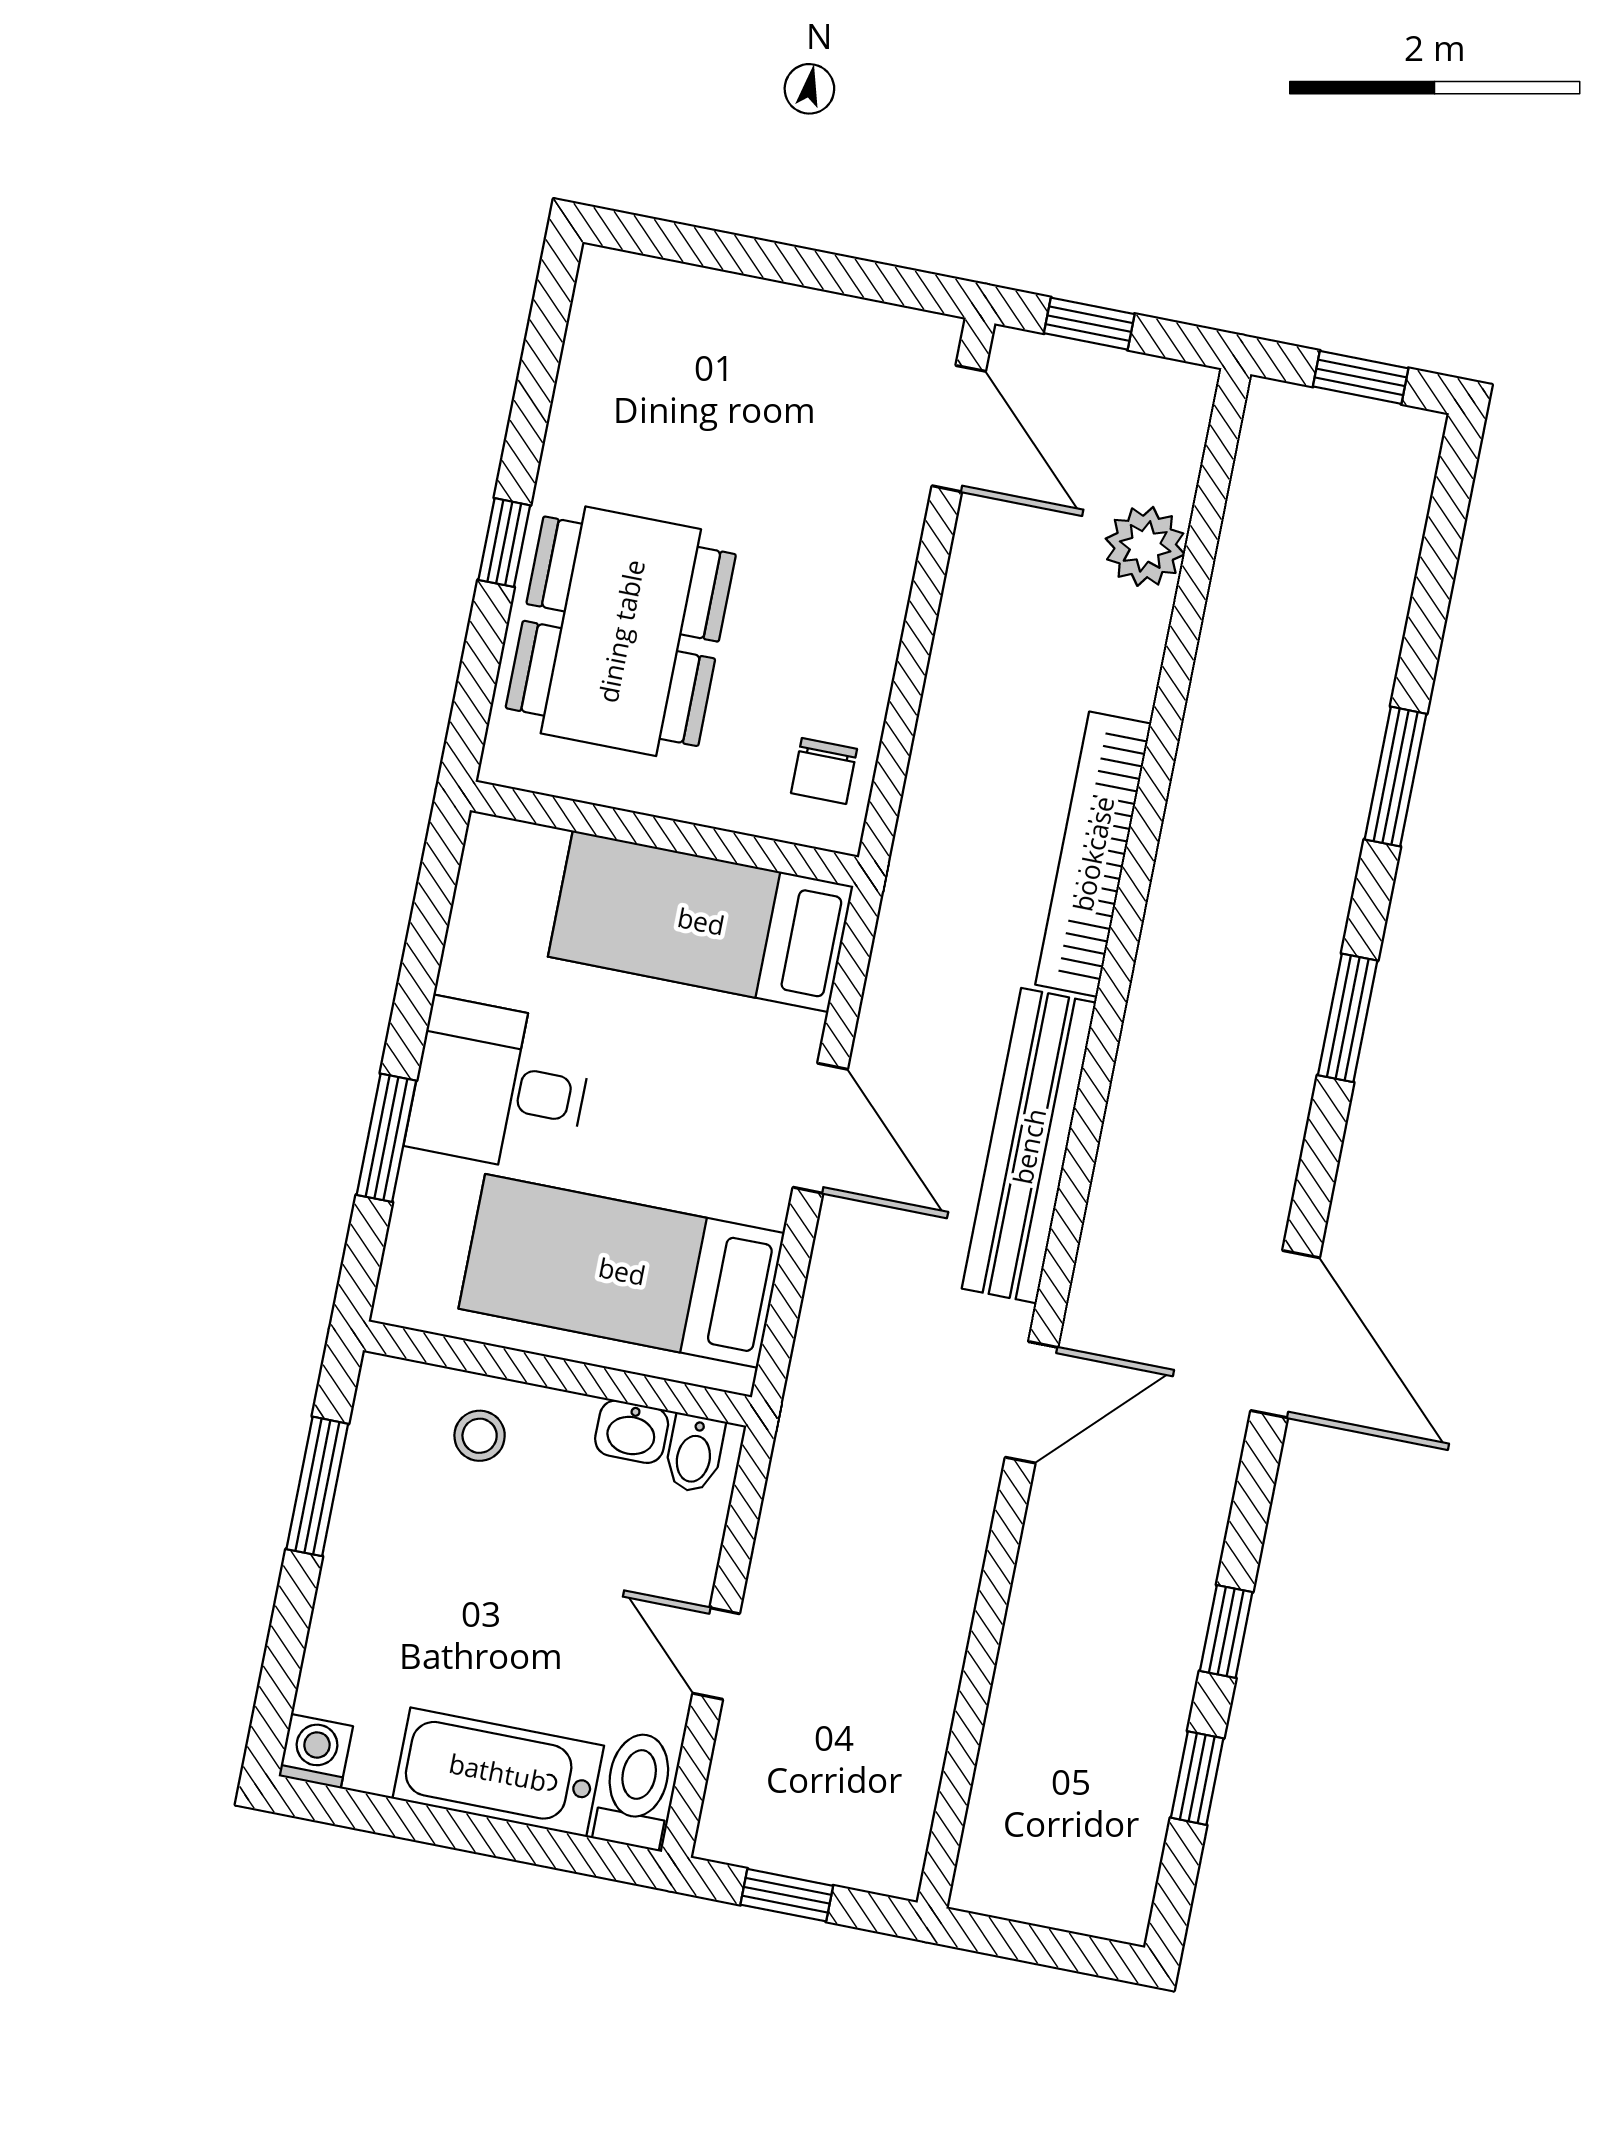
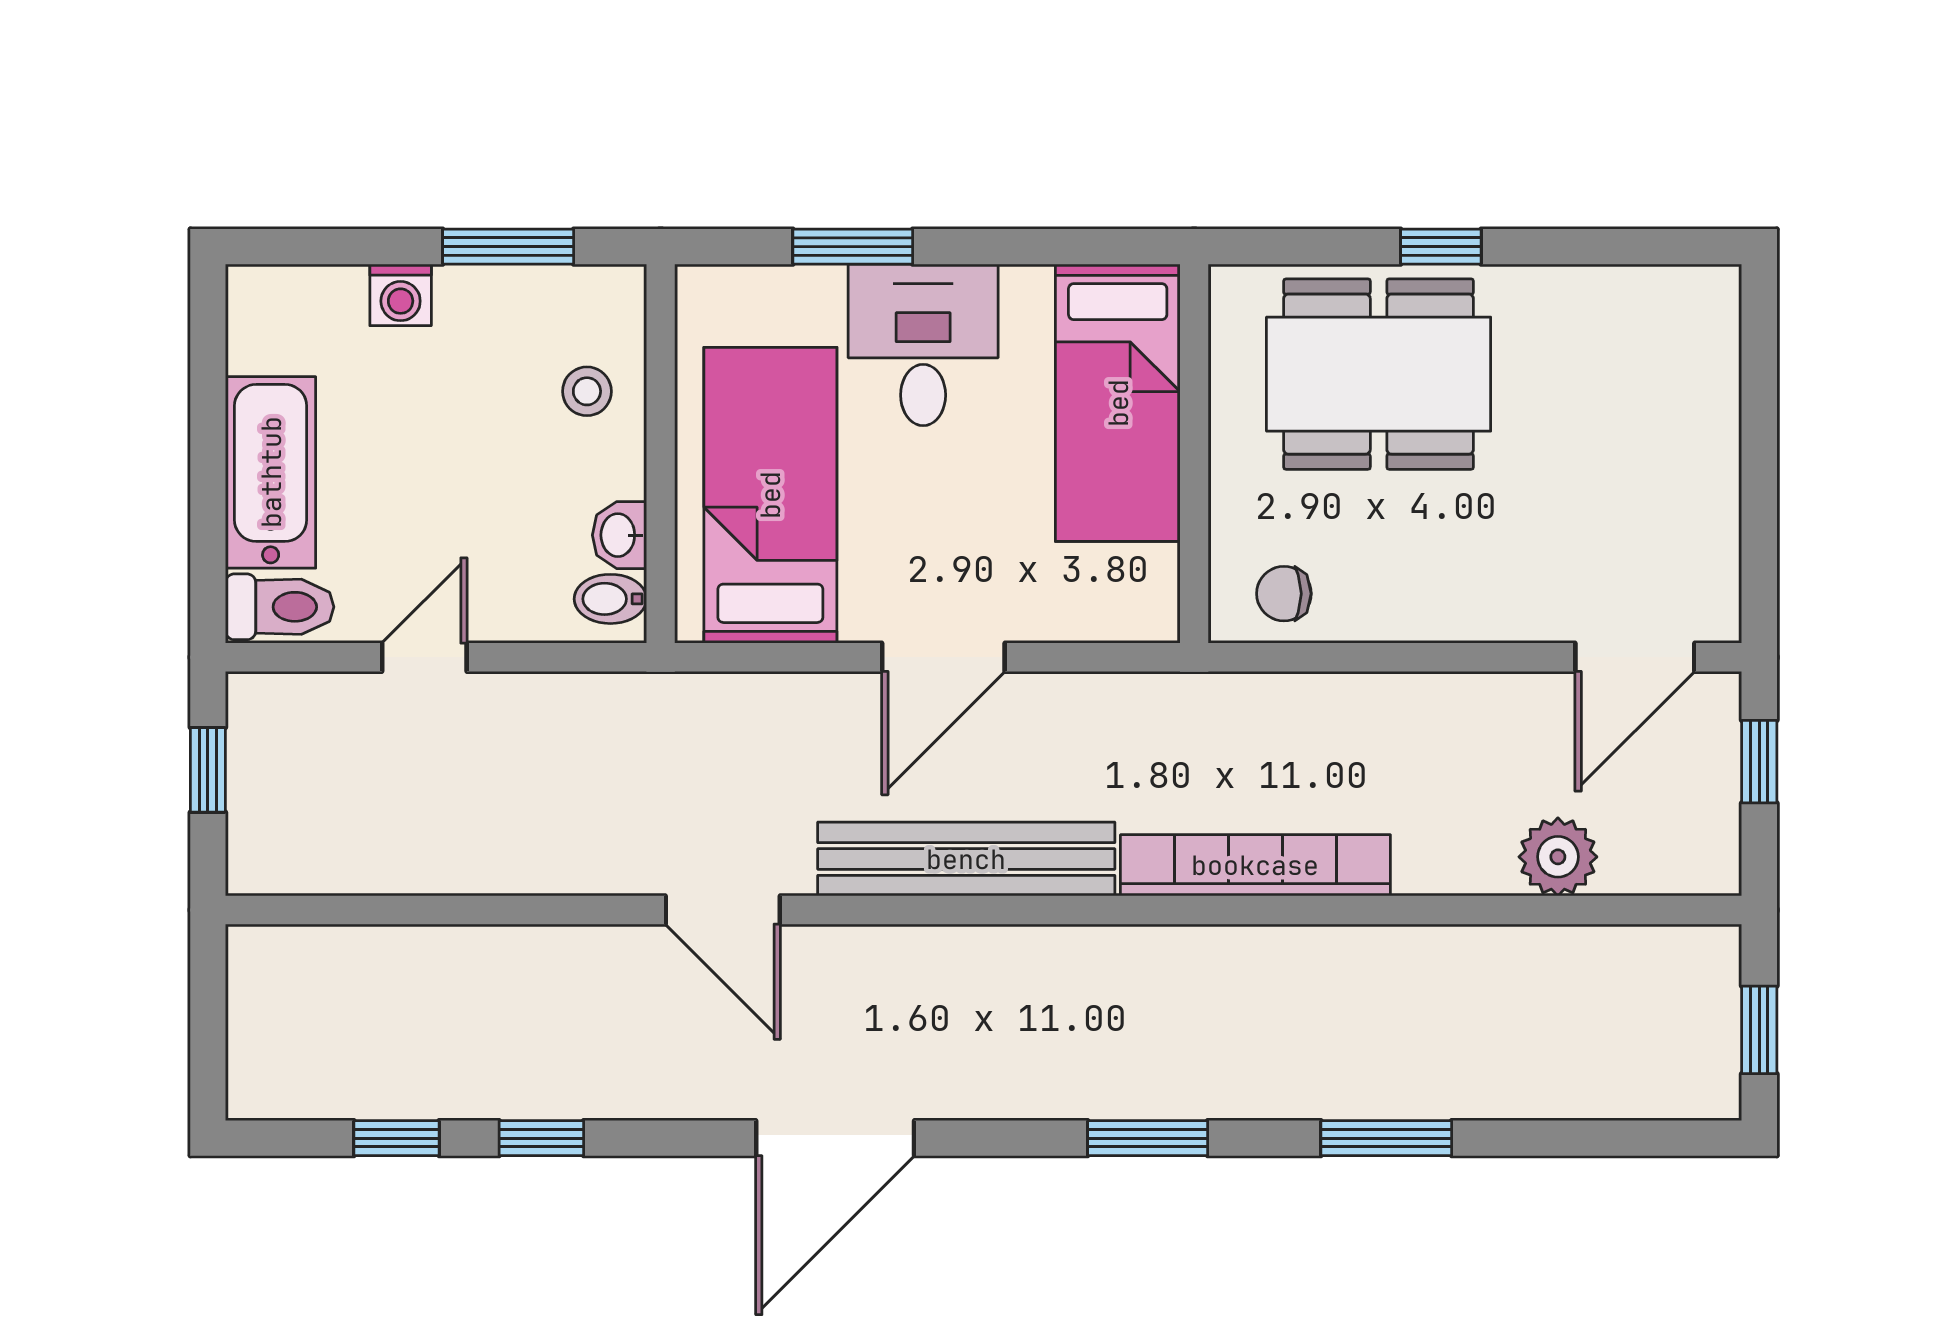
bed: (701, 921) -> (1118, 403), moved, turned 180
washing machine: (316, 1751) -> (401, 295), moved, turned 90

